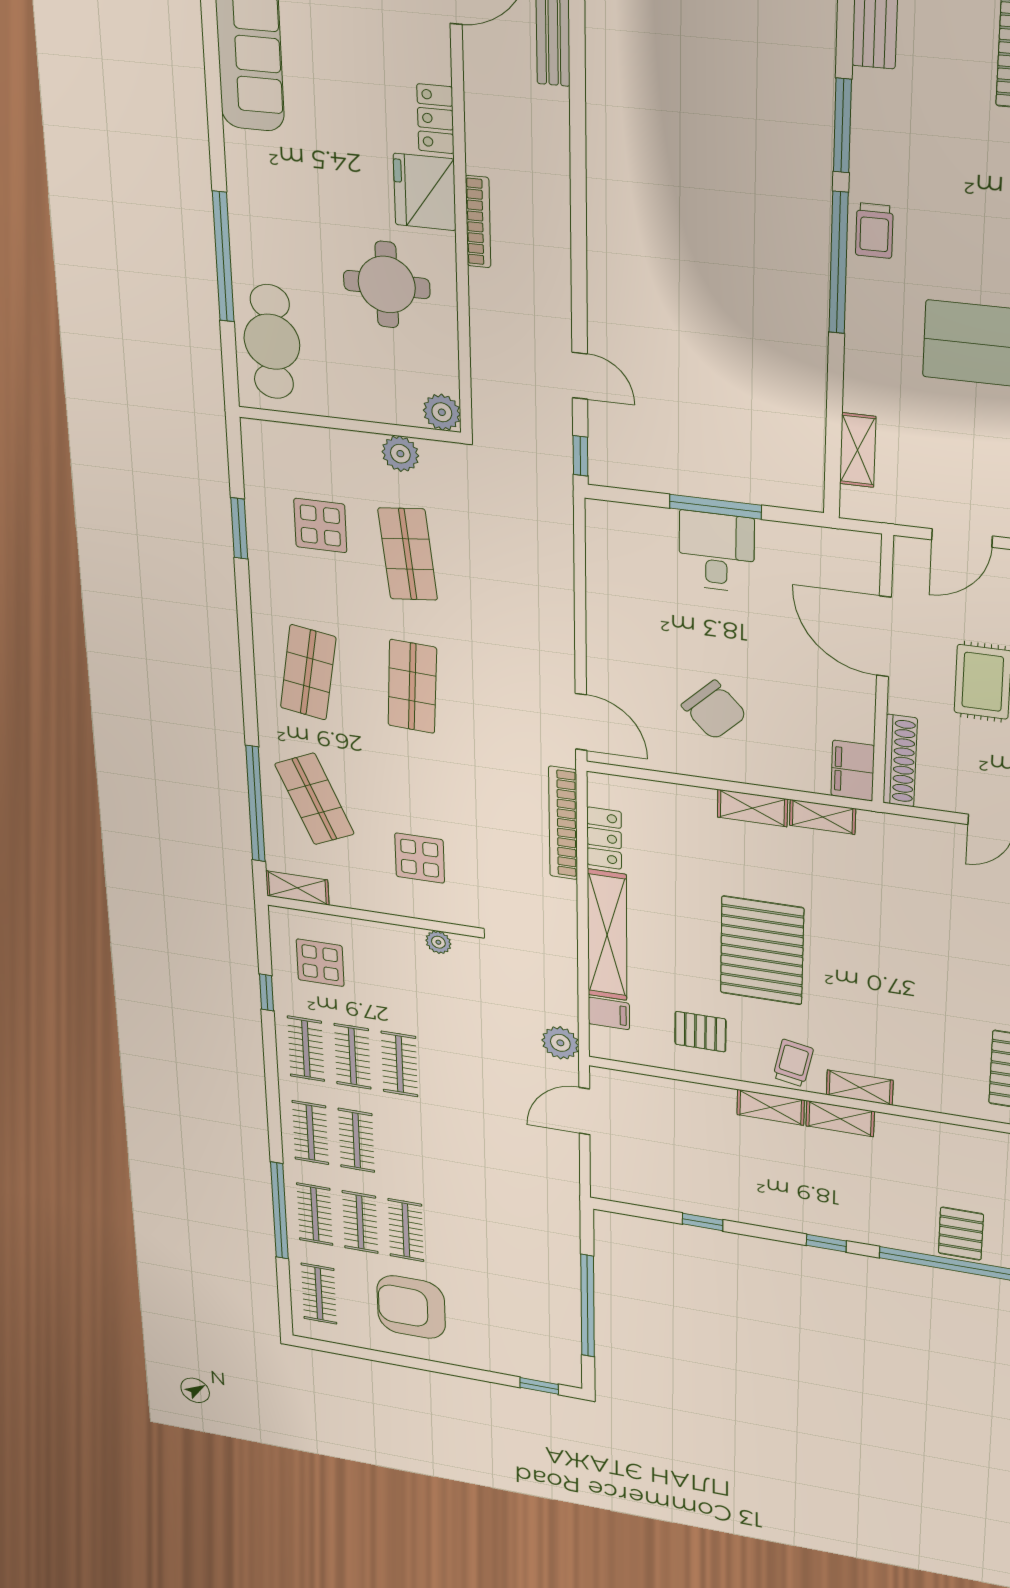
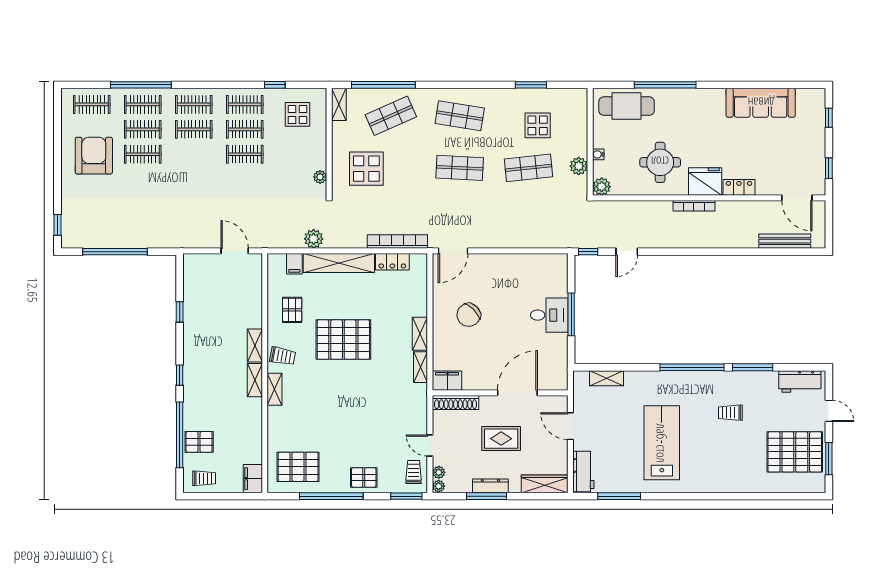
trolley: (874, 231) -> (730, 413), moved
water cooler: (375, 411) -> (598, 154), added
display table: (420, 858) -> (366, 169), width x1.36, depth x1.36
plant: (560, 1043) -> (314, 239), moved

